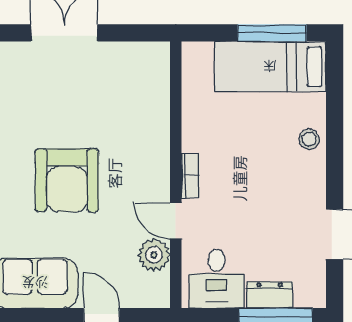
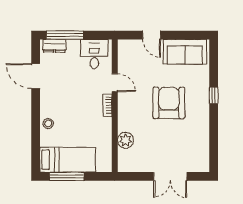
plant: (154, 255) -> (126, 140), moved
dresser: (270, 295) -> (54, 46), moved

